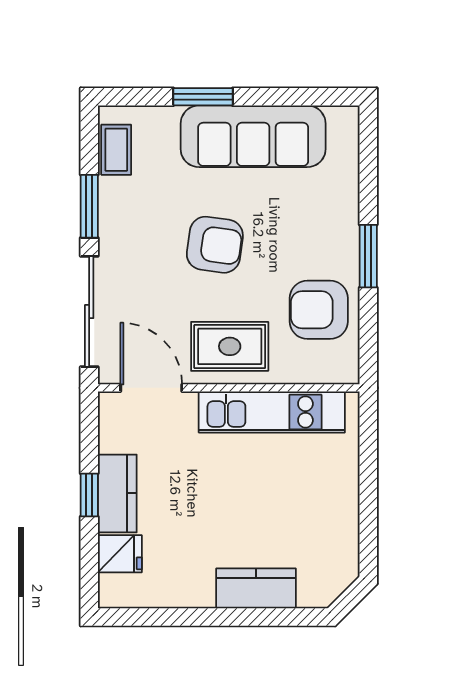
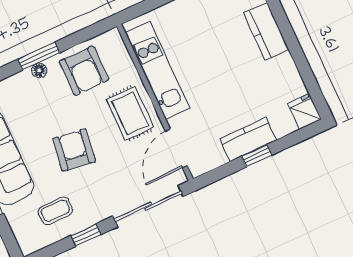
coffee table: (116, 150) -> (55, 211), moved
window: (89, 206) -> (86, 235), width x0.67
floor lamp: (348, 248) -> (39, 70), added
fridge: (120, 554) -> (304, 111), moved

